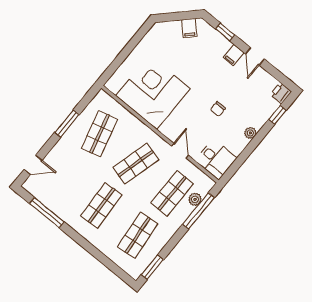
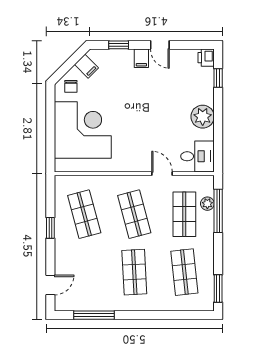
corner desk: (153, 92) -> (83, 130), moved, turned 90
chair: (218, 109) -> (71, 86), moved
window: (67, 124) -> (50, 228), width x0.67
plant: (250, 133) -> (203, 117), width x1.87, depth x1.87
shop shelf: (136, 164) -> (134, 214), turned -30

